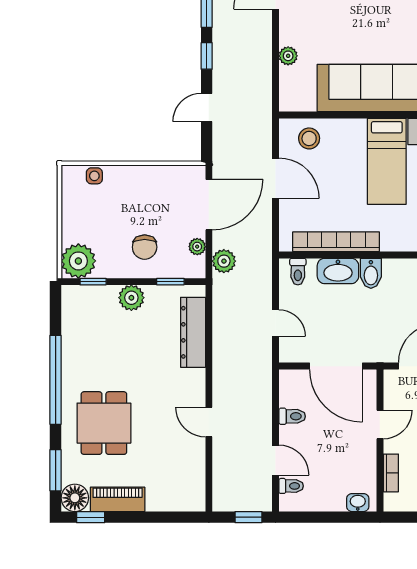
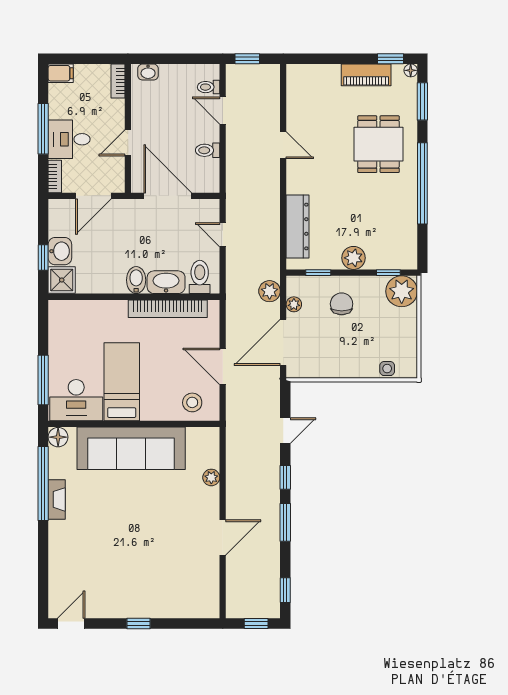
toilet: (298, 272) -> (200, 277), width x1.37, depth x1.39
bookcase: (391, 473) -> (118, 81), moved
floor lamp: (75, 498) -> (411, 70), width x0.53, depth x0.53

